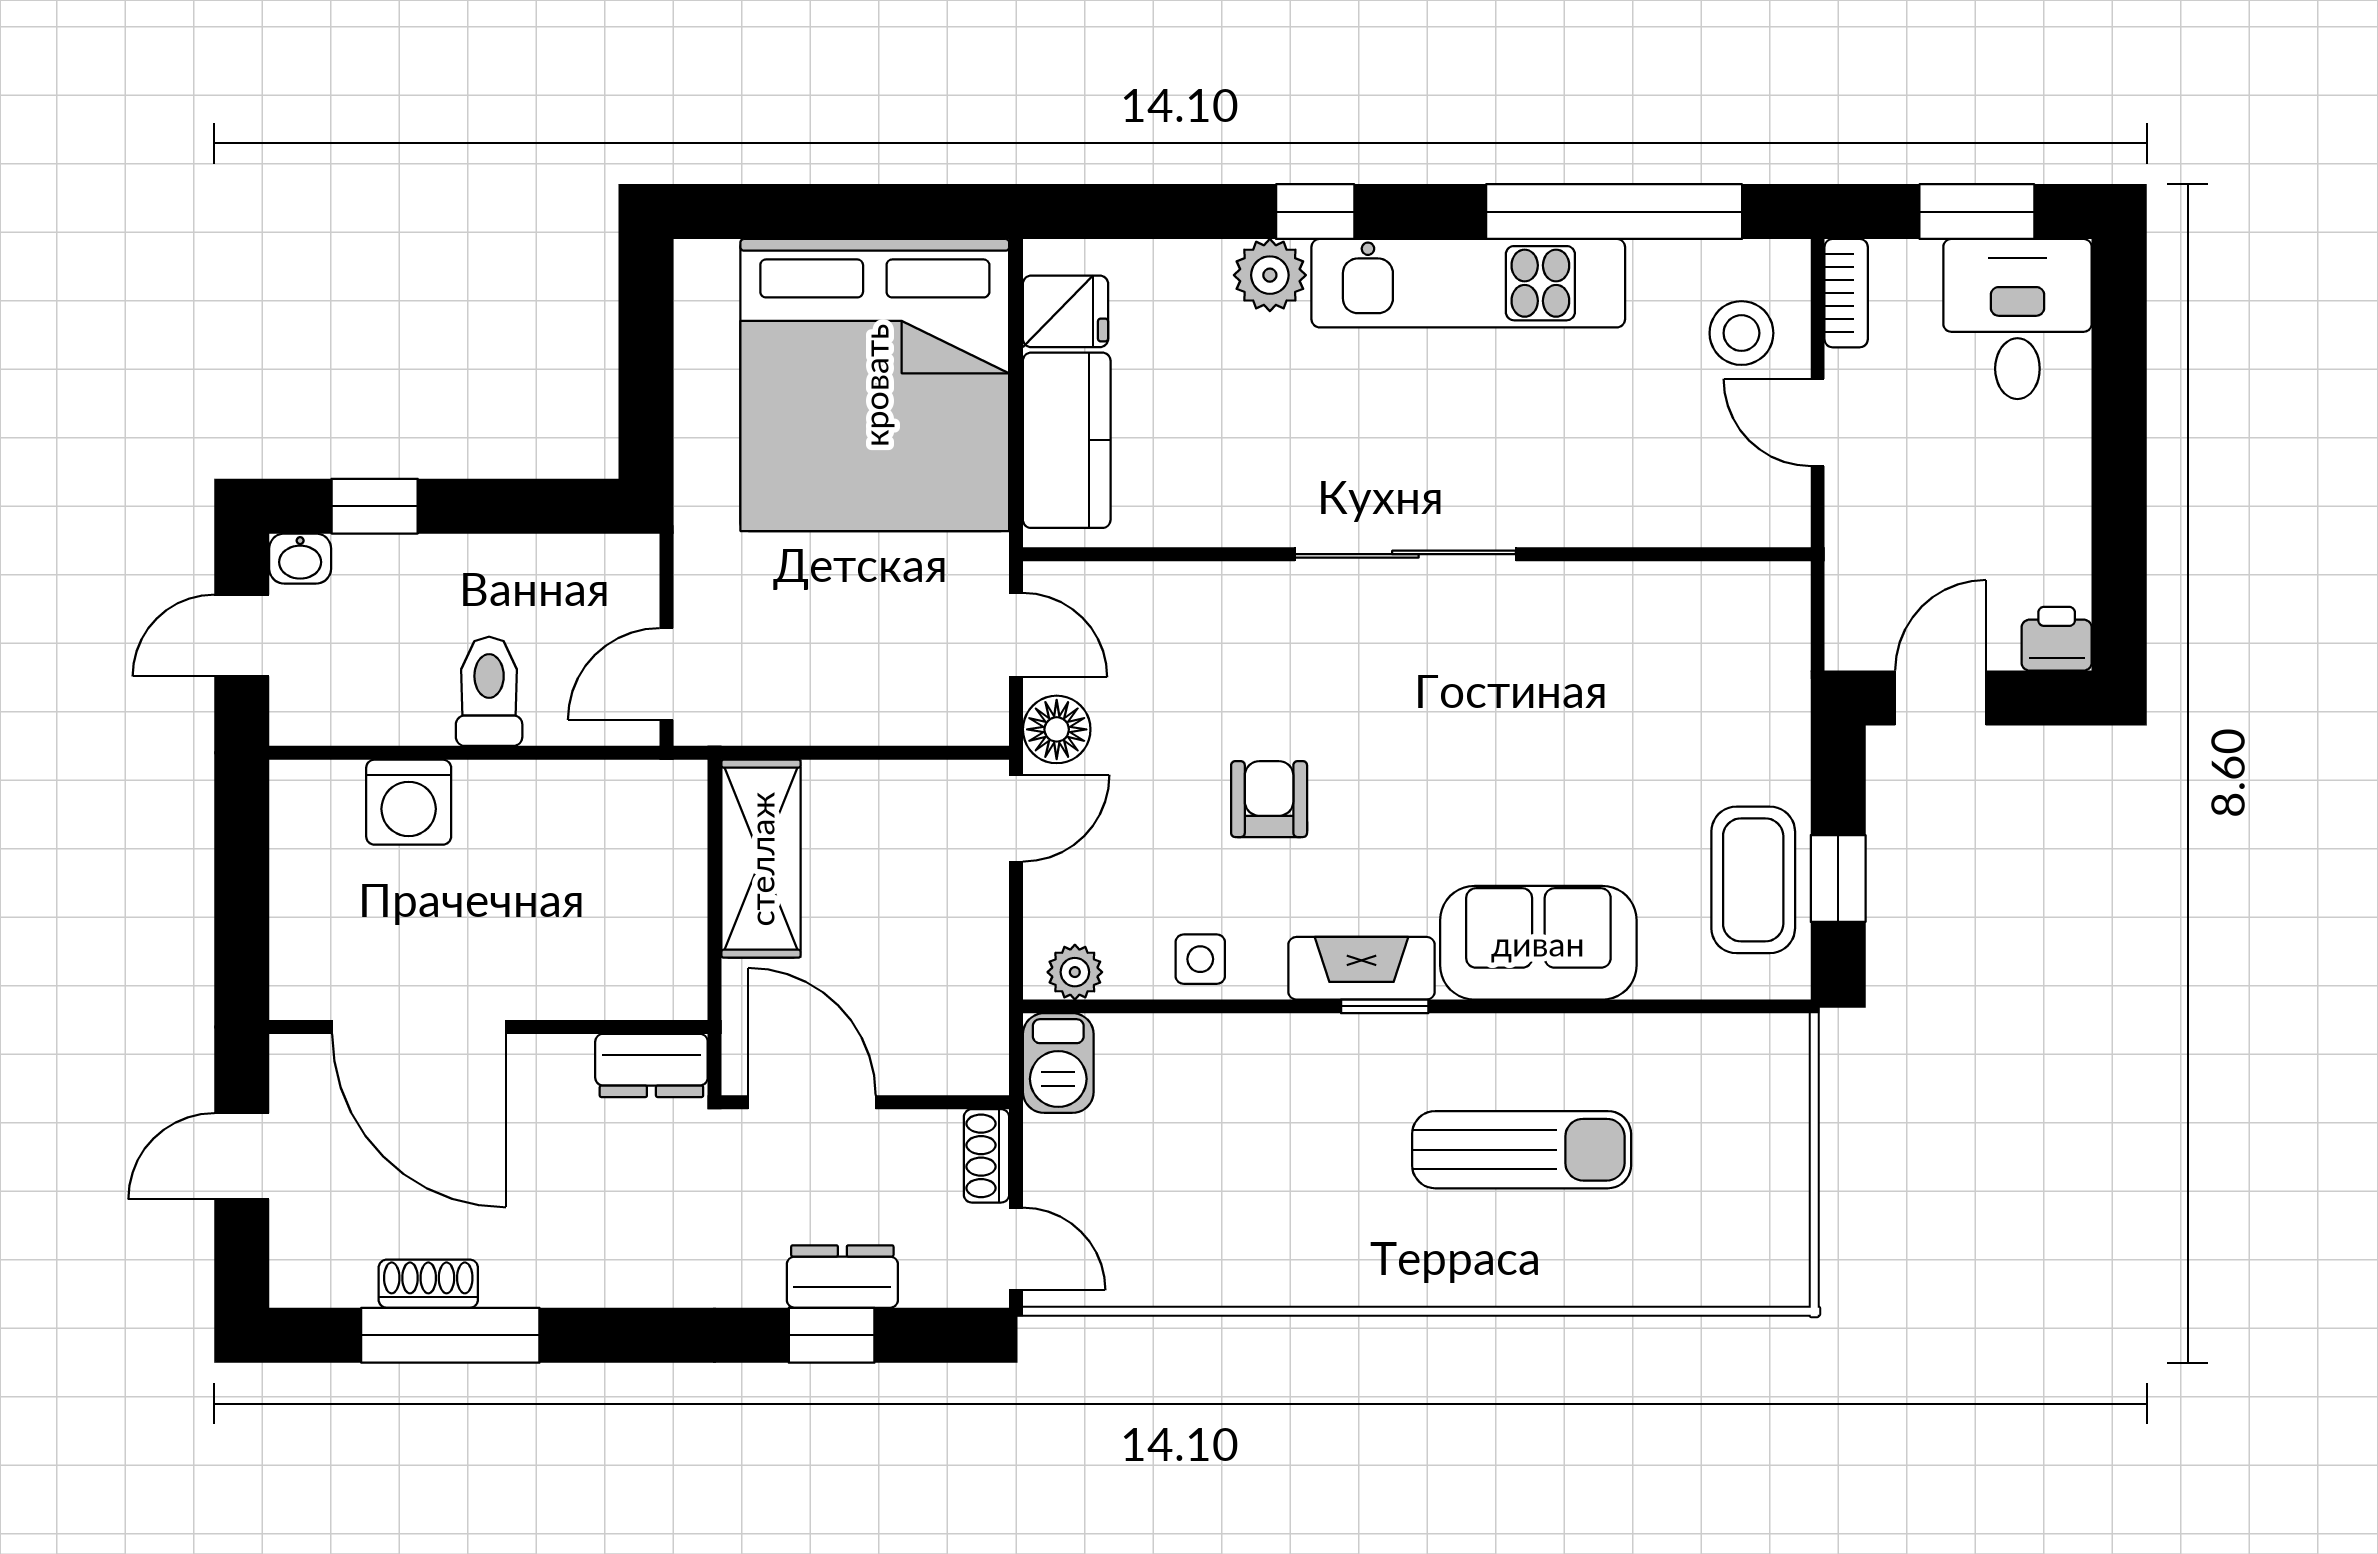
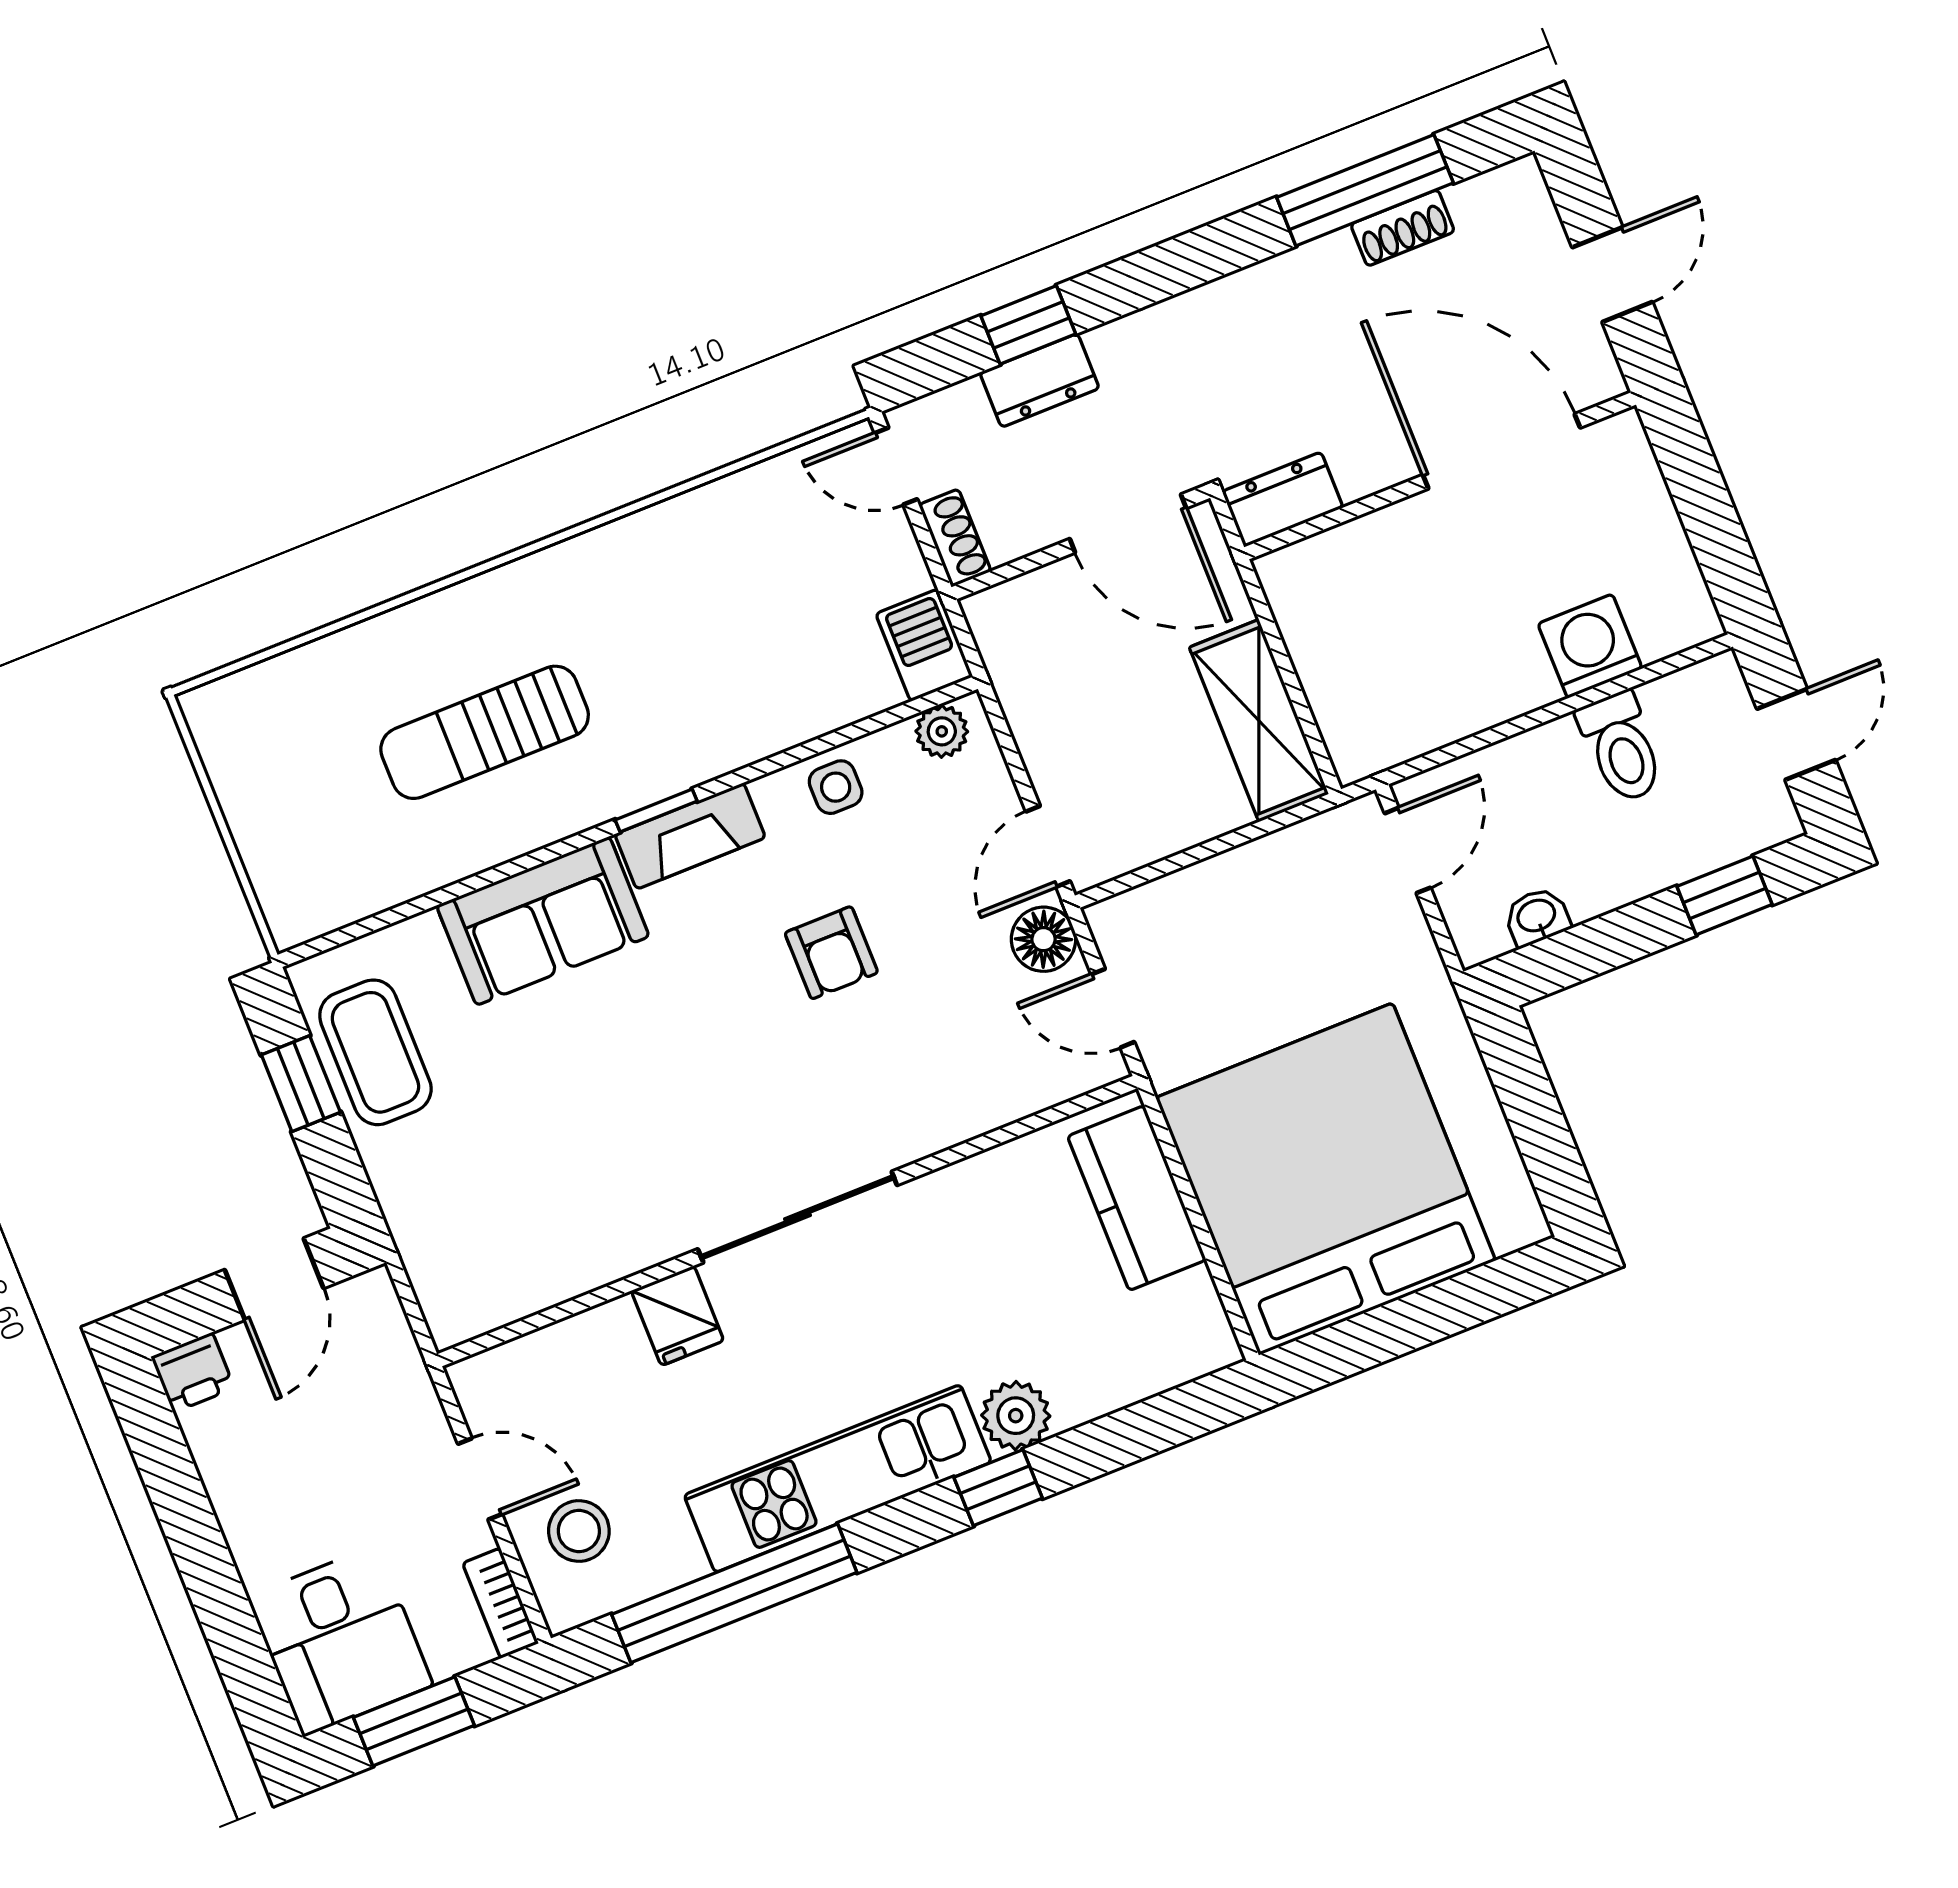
fridge: (1065, 311) -> (678, 1316), moved, turned -90
washbasin: (300, 559) -> (1537, 917), moved
toilet: (489, 691) -> (1621, 747), moved

